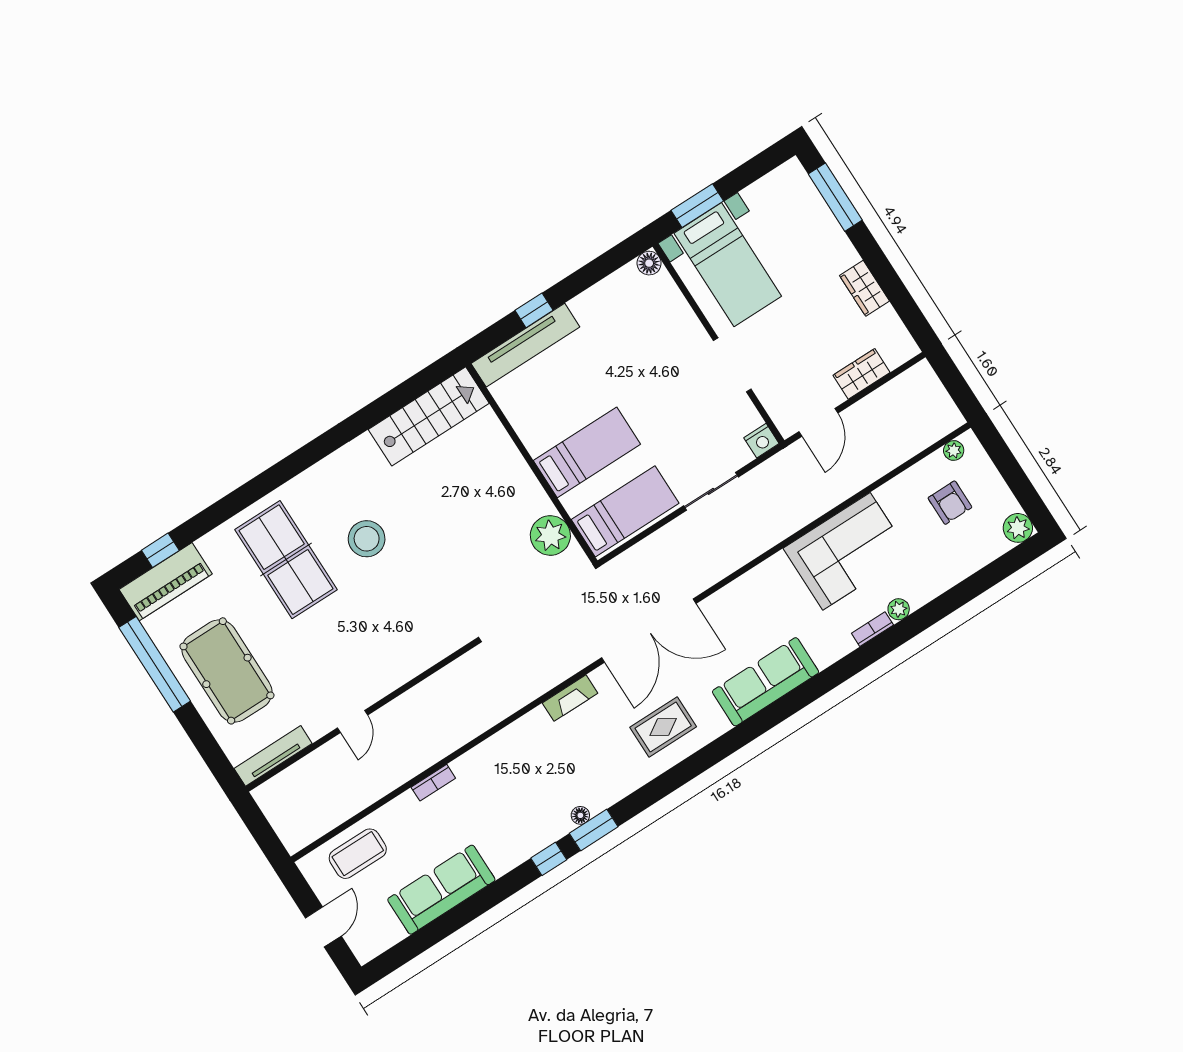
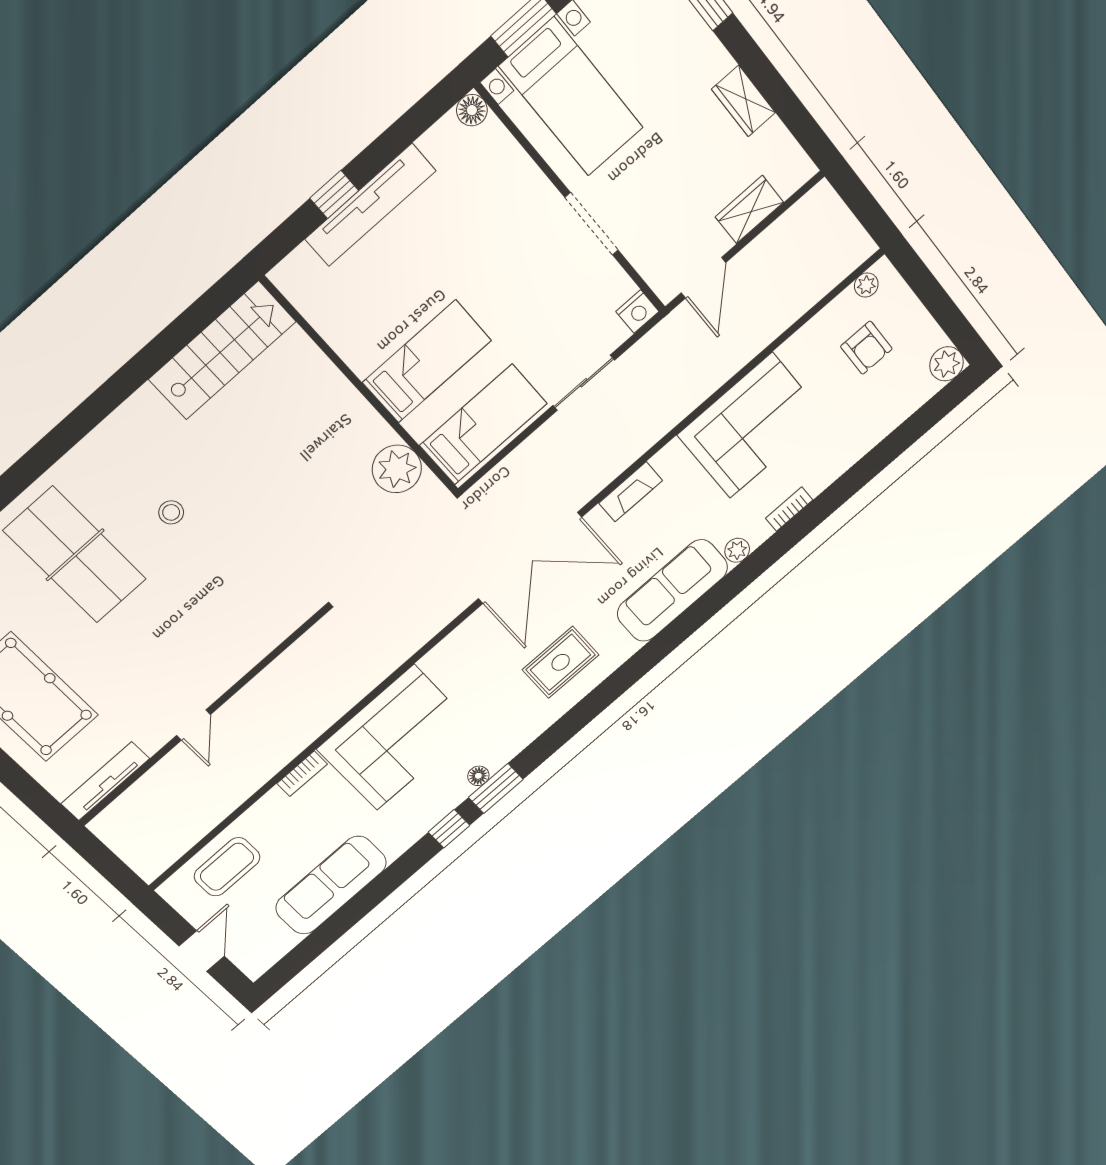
tv unit: (525, 345) -> (370, 205), moved
stool: (367, 539) -> (171, 512), width x0.53, depth x0.53
plant: (899, 609) -> (737, 550), moved
fireplace: (570, 698) -> (631, 492), moved
corner sofa: (515, 766) -> (395, 738), added

